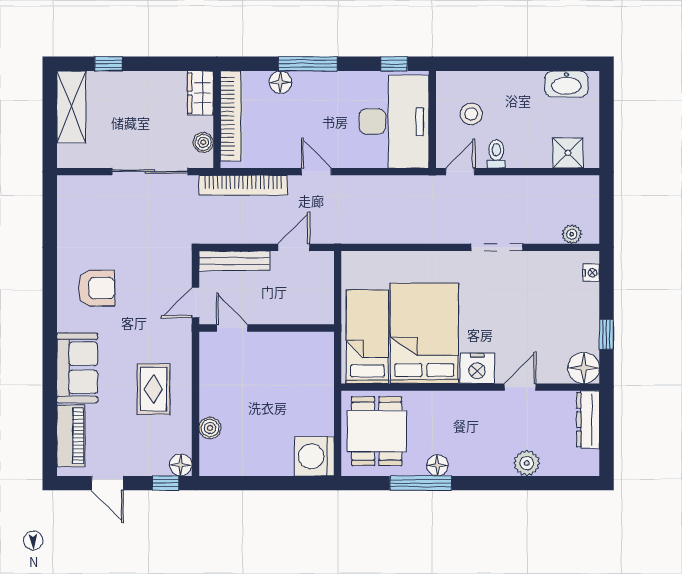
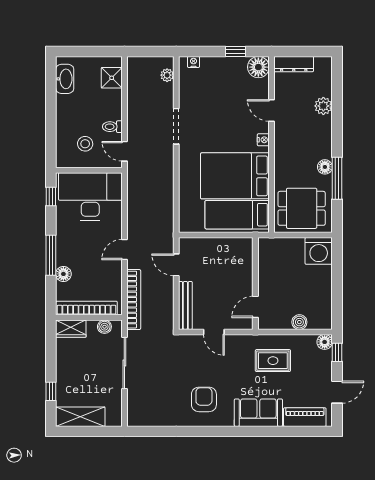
door: (232, 328) -> (255, 307), moved
wall: (267, 328) -> (255, 283), moved
nightstand: (477, 368) -> (263, 140), width x0.53, depth x0.56

